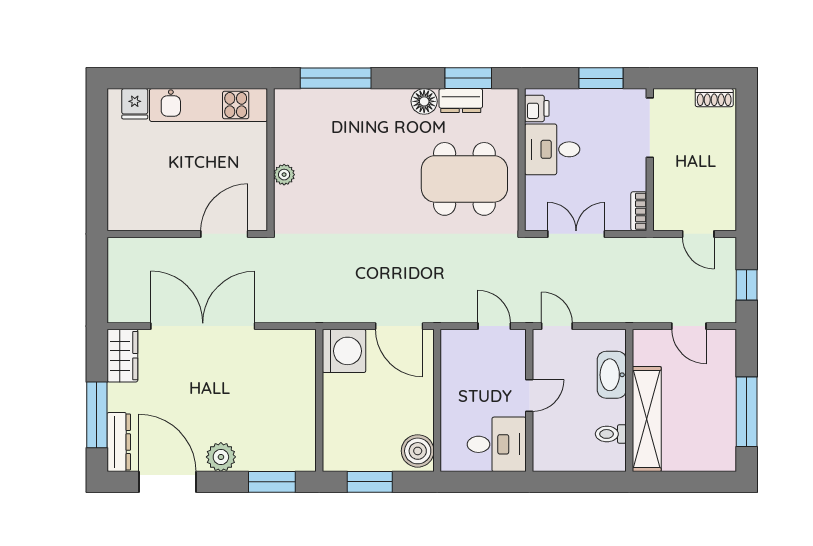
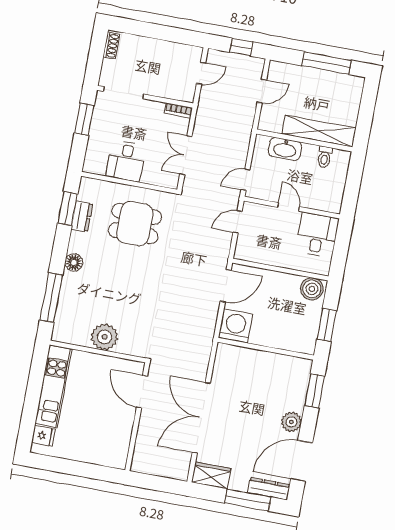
floor lamp: (424, 101) -> (74, 262), moved
printer: (537, 108) -> (97, 166), removed
plant: (284, 175) -> (105, 337), width x1.88, depth x1.88
dining table: (464, 179) -> (135, 224), width x0.73

